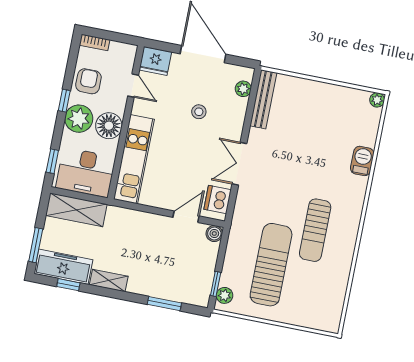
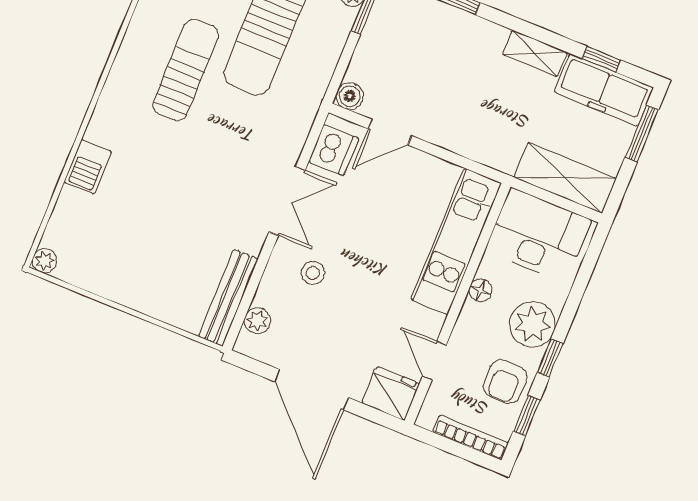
bookcase: (95, 42) -> (471, 437), width x1.56
stool: (199, 112) -> (313, 273), moved
floor lamp: (109, 126) -> (481, 290), width x0.53, depth x0.53
window: (52, 161) -> (527, 416), moved

